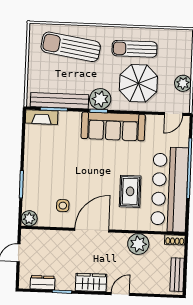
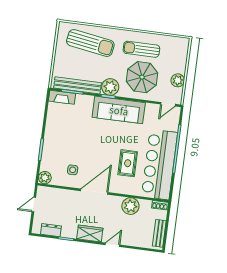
sun lounger: (71, 47) -> (90, 43), turned 180

